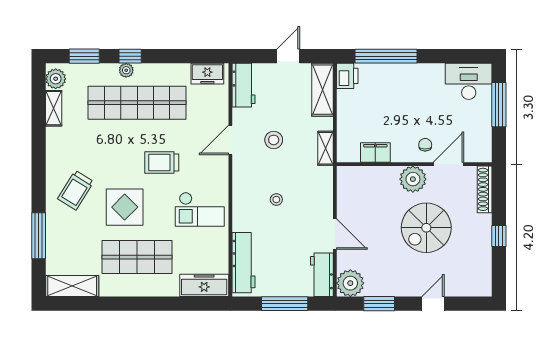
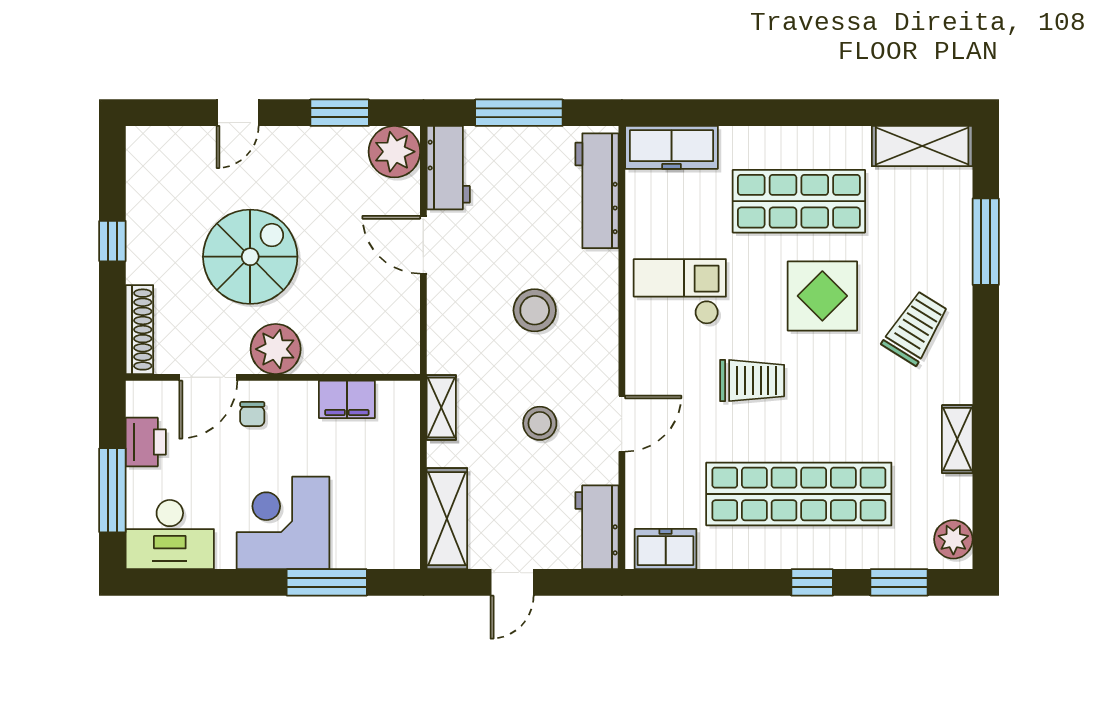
window: (386, 56) -> (327, 582), width x0.68
plant: (126, 70) -> (819, 556), removed
printer: (347, 76) -> (146, 442), moved, turned 180
corner desk: (409, 87) -> (283, 523), added
shelving: (54, 108) -> (957, 439), moved
stool: (276, 200) -> (535, 310), width x1.89, depth x1.89

